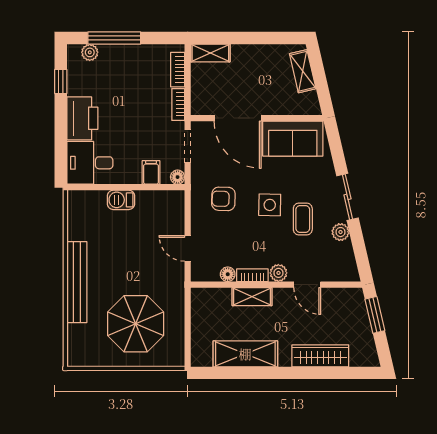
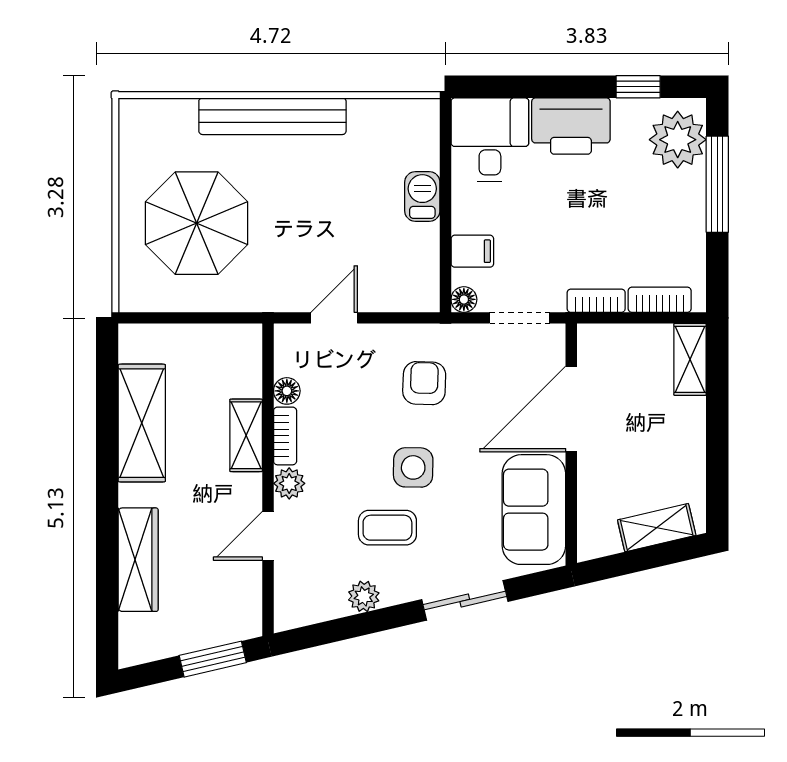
plant: (90, 52) -> (678, 140), width x1.87, depth x1.87
sliding door: (347, 197) -> (465, 600), moved

